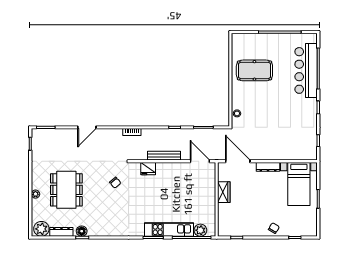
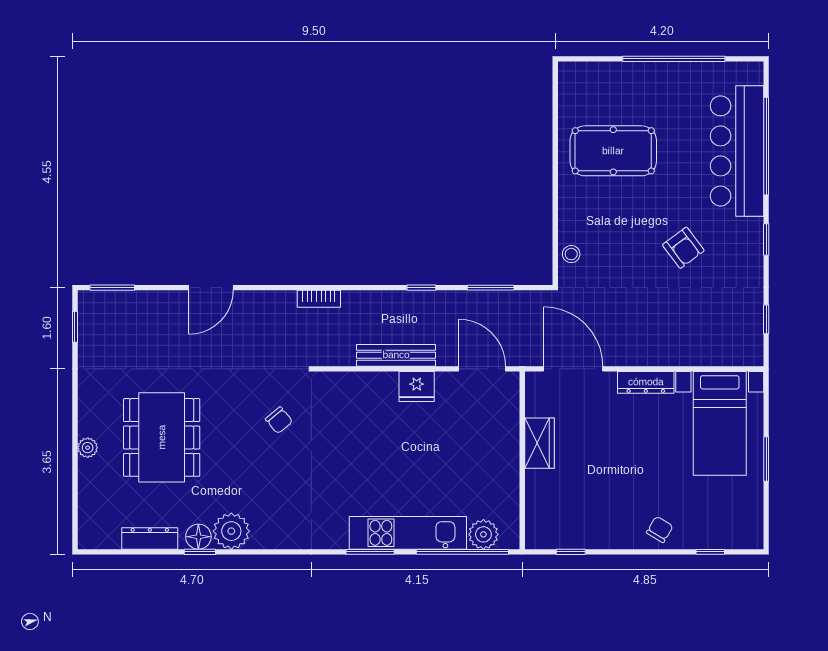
armchair: (284, 111) -> (683, 248), added
fridge: (148, 169) -> (417, 386), moved
plant: (41, 229) -> (231, 531), moved

